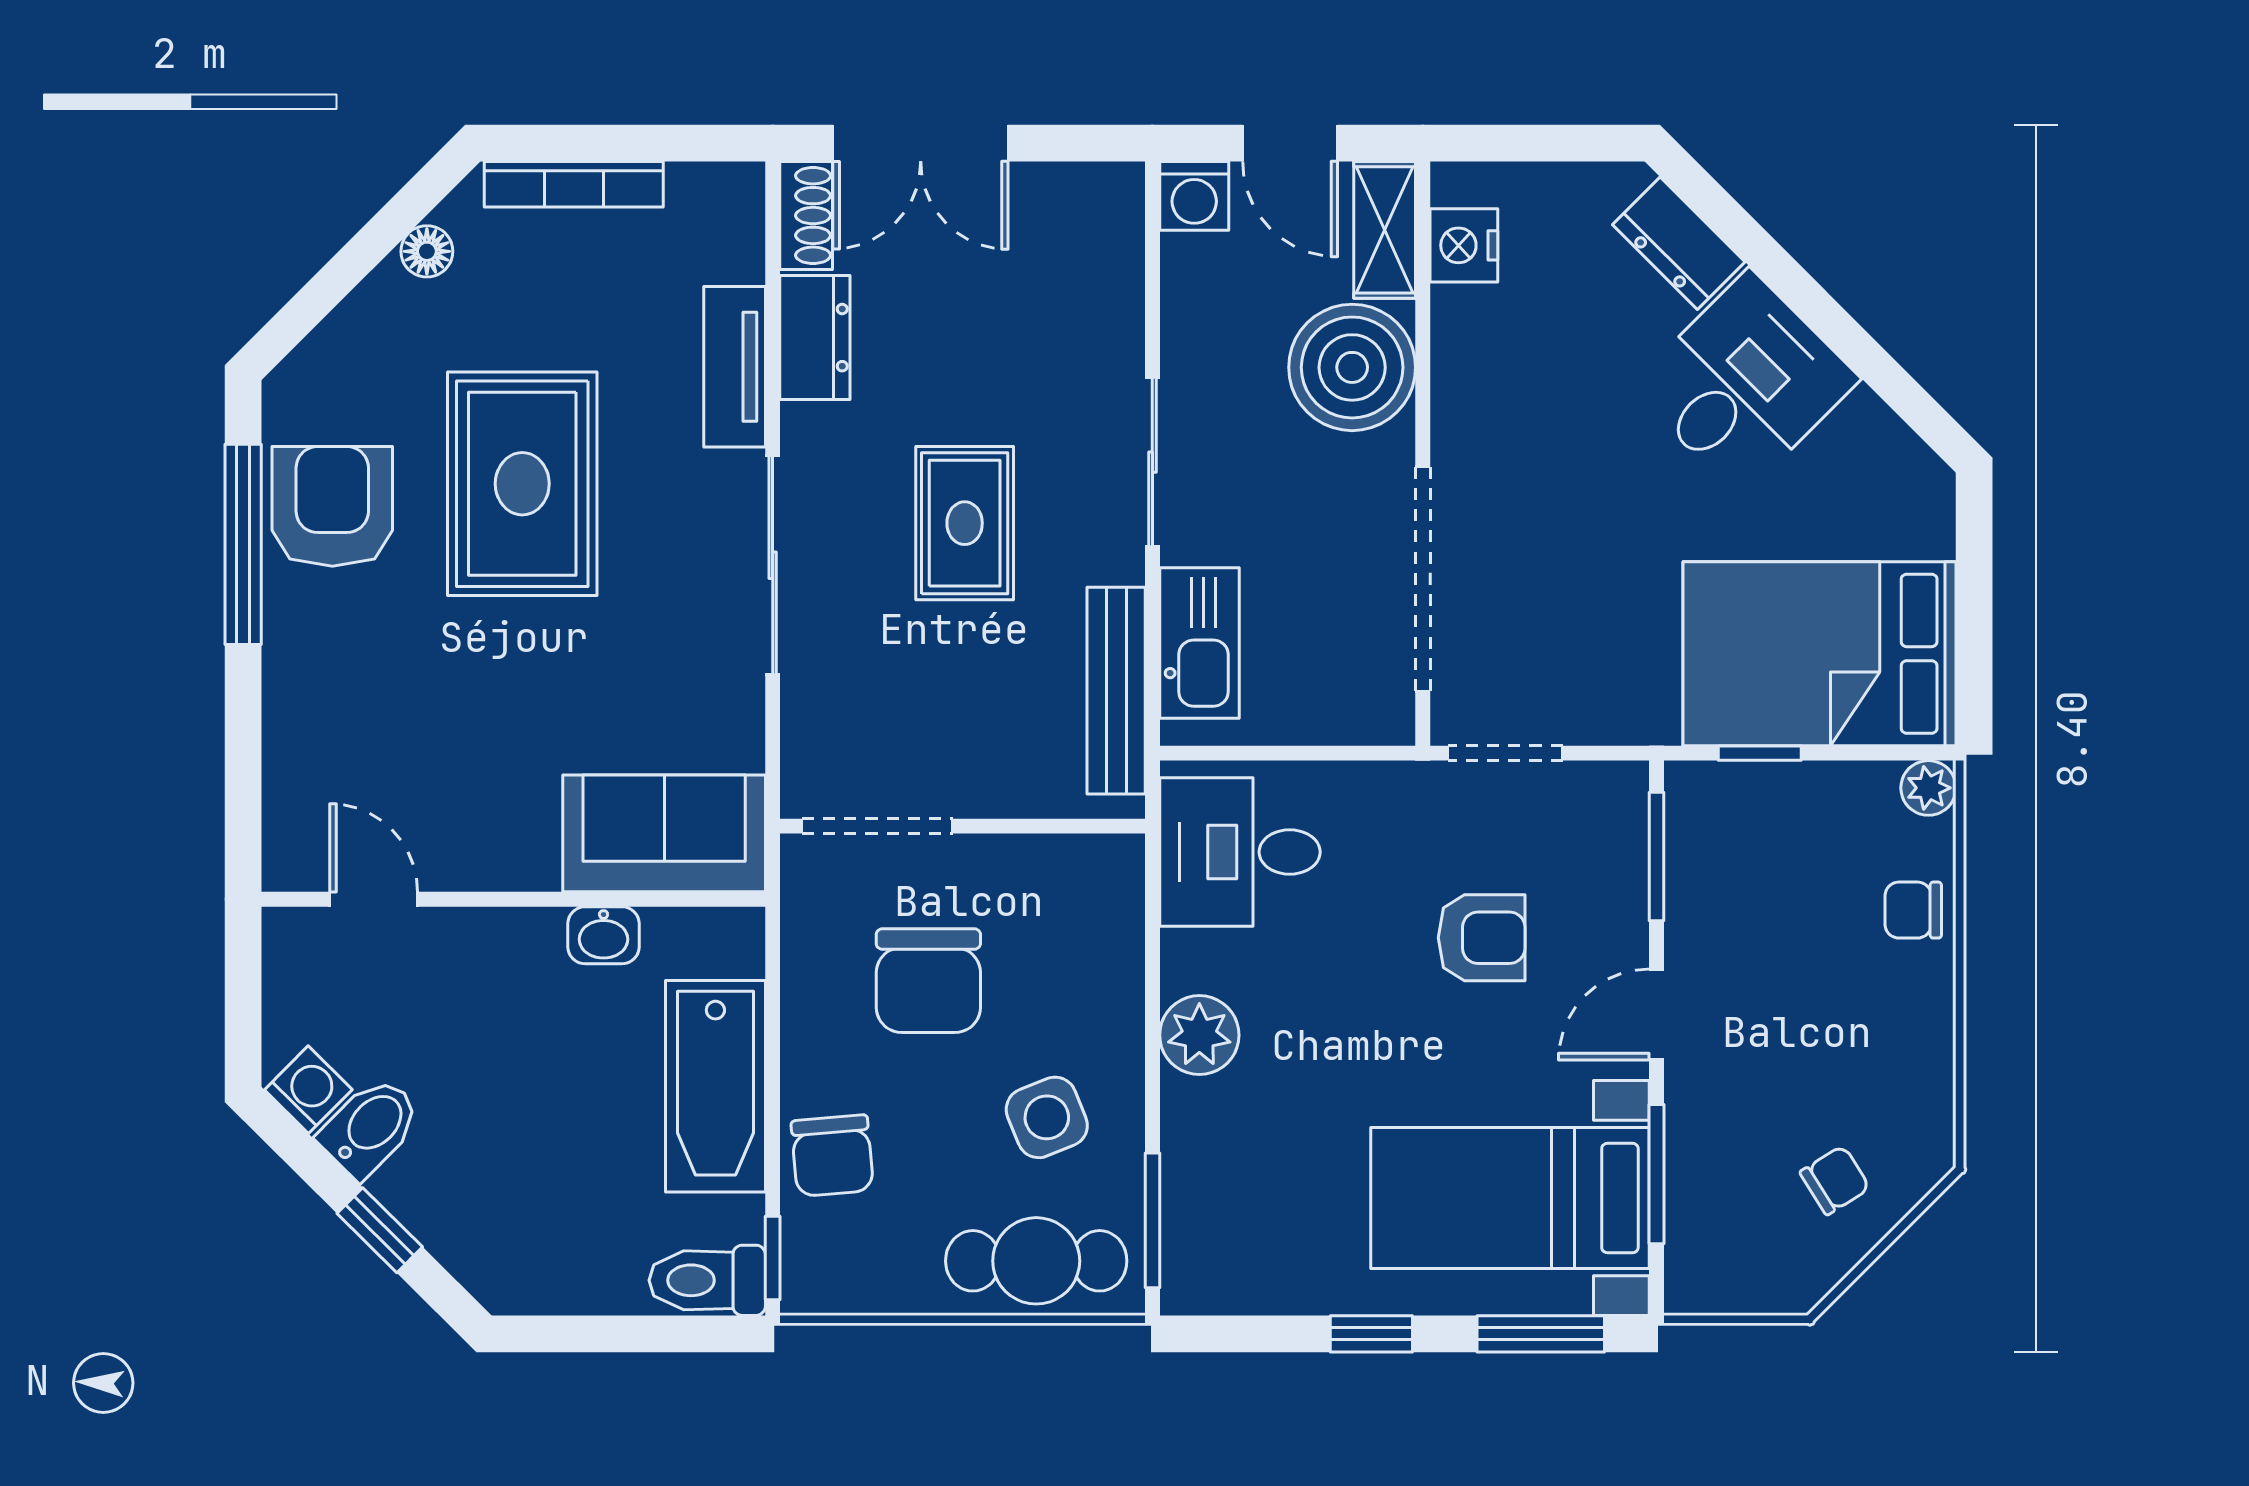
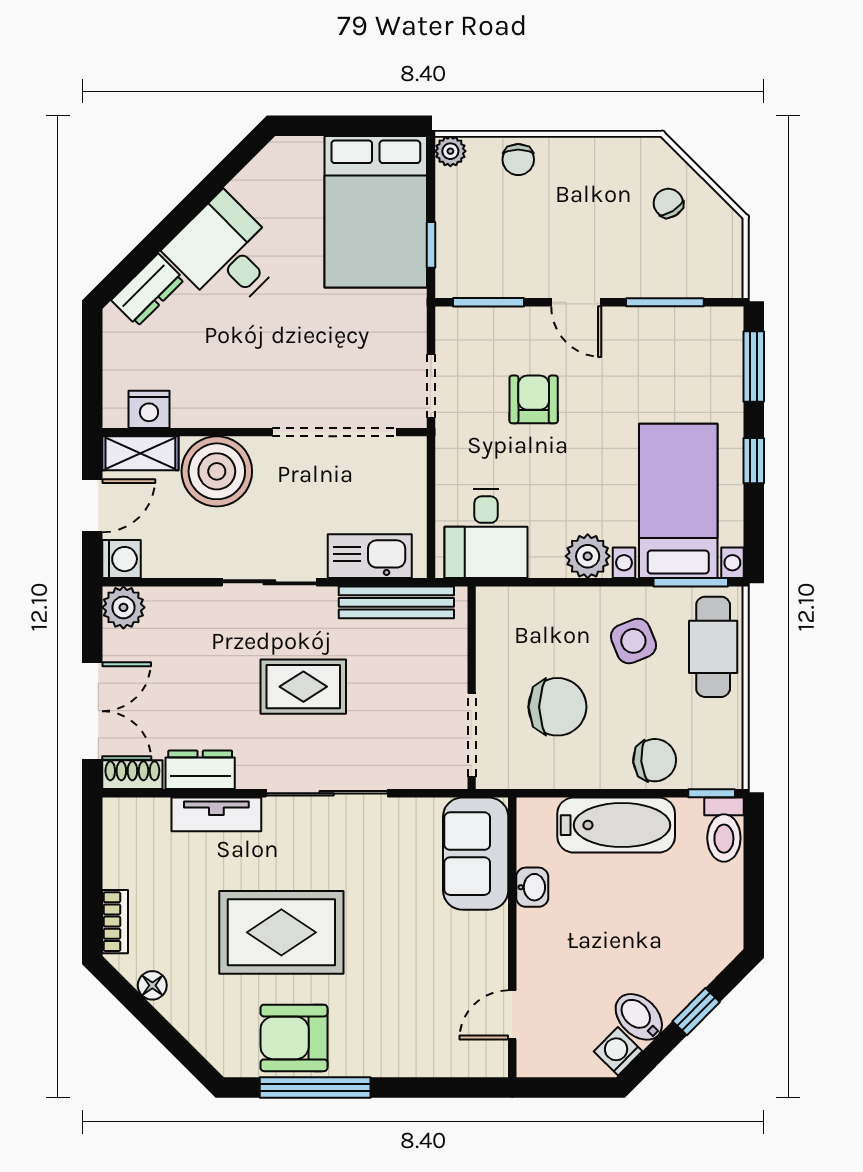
bookcase: (574, 184) -> (115, 922), width x0.64
plant: (1107, 199) -> (123, 607), added
bed with nightstands: (1510, 1198) -> (678, 501), moved, turned 180

